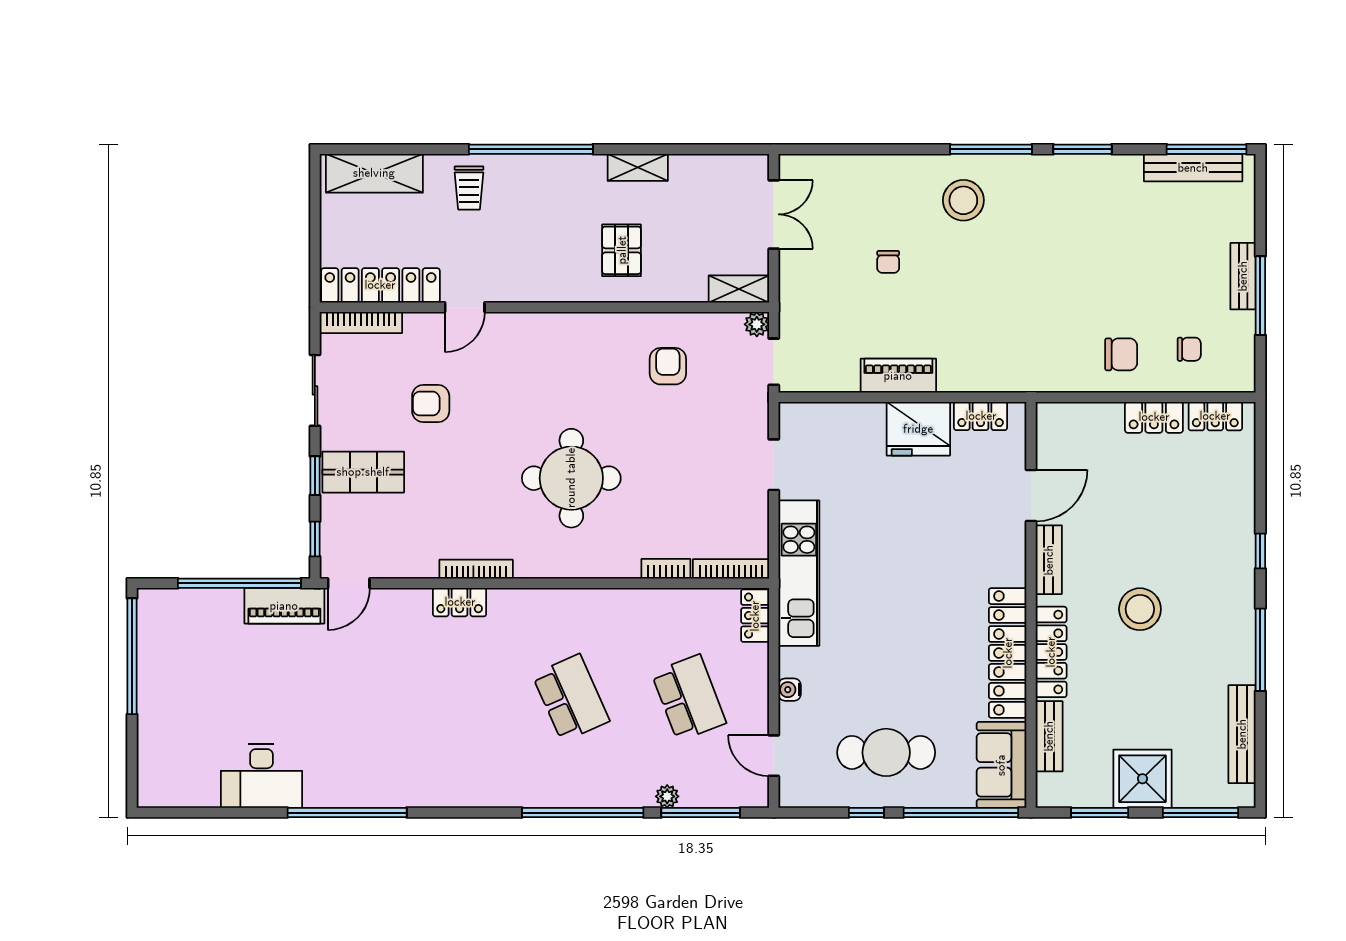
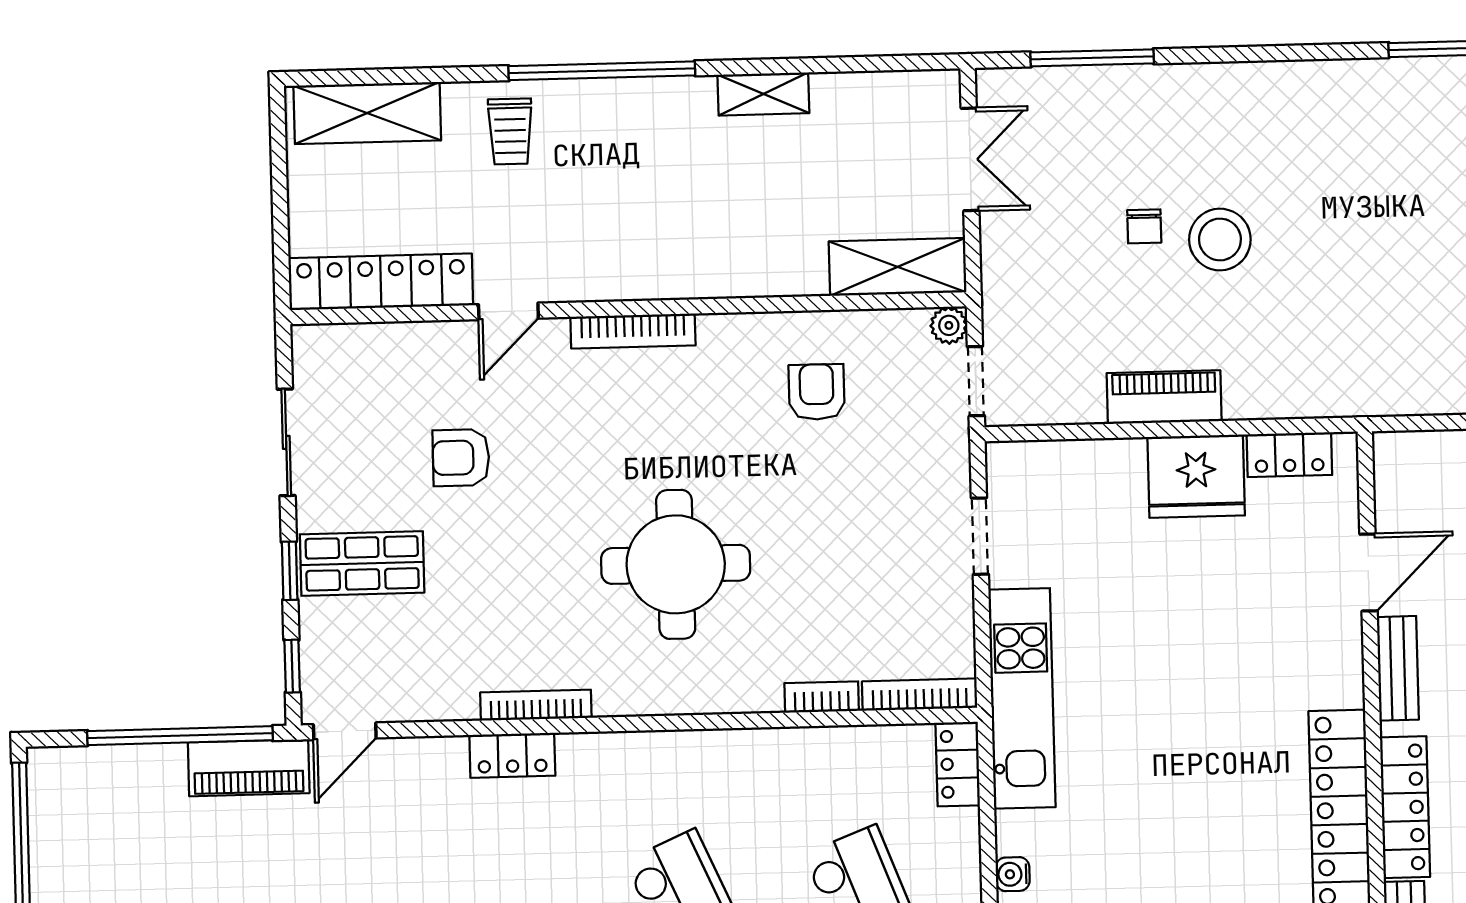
window: (991, 149) -> (1092, 58), moved
stool: (963, 200) -> (1220, 240), moved
pallet: (622, 250) -> (742, 219), removed
shelving: (739, 289) -> (898, 267), width x1.50, depth x1.33
bookcase: (361, 323) -> (633, 331), moved

